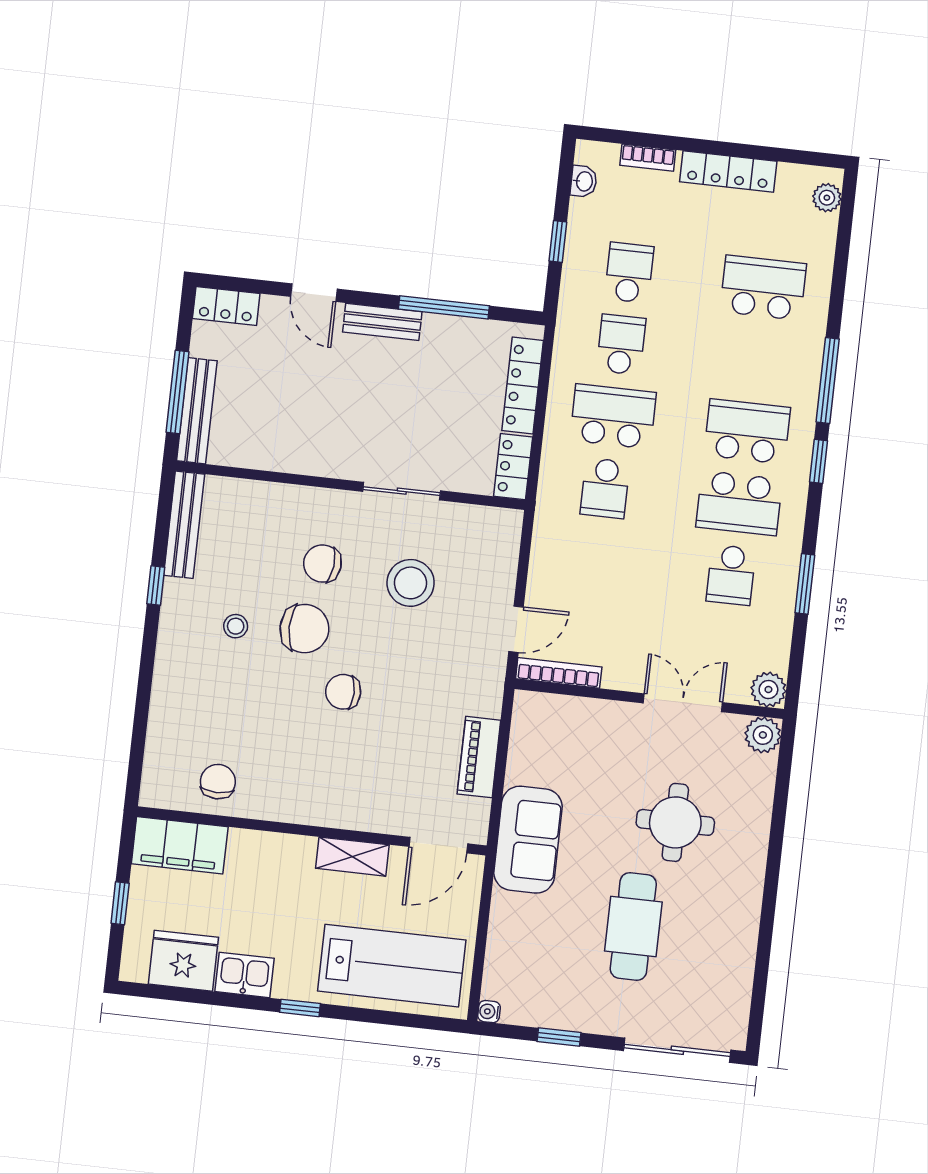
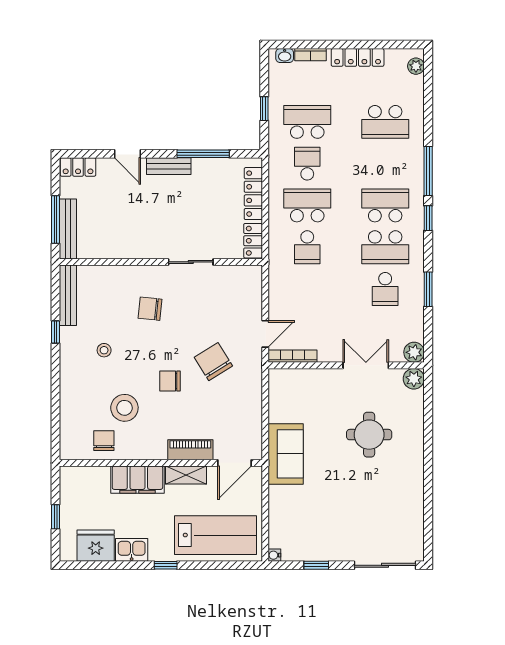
washbasin: (584, 181) -> (285, 56), moved, turned 90
school desk: (629, 273) -> (307, 122), width x1.85
school desk: (763, 288) -> (385, 122), turned 180
stool: (411, 583) -> (124, 408), moved
chair: (304, 629) -> (213, 362), moved, turned -122
piano: (479, 757) -> (190, 450), moved, turned 90
filing cabinet: (180, 845) -> (137, 480), moved
cafe table: (633, 926) -> (352, 497), removed

